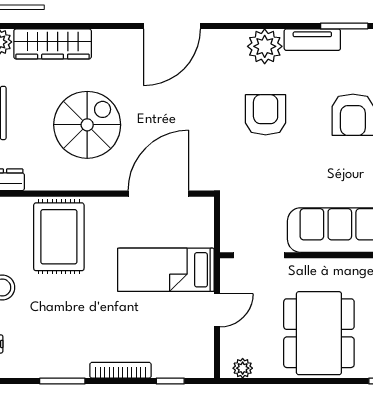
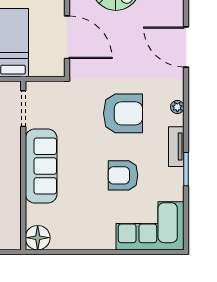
plant: (265, 46) -> (177, 107), width x0.53, depth x0.53
armchair: (266, 115) -> (123, 113), width x1.36, depth x1.36

